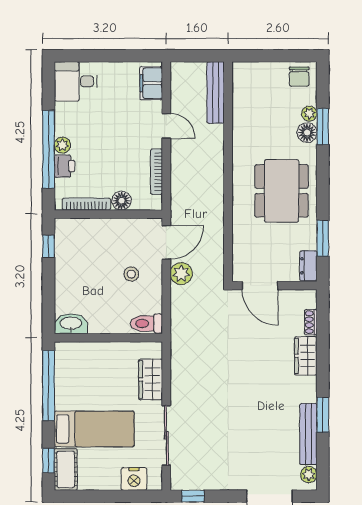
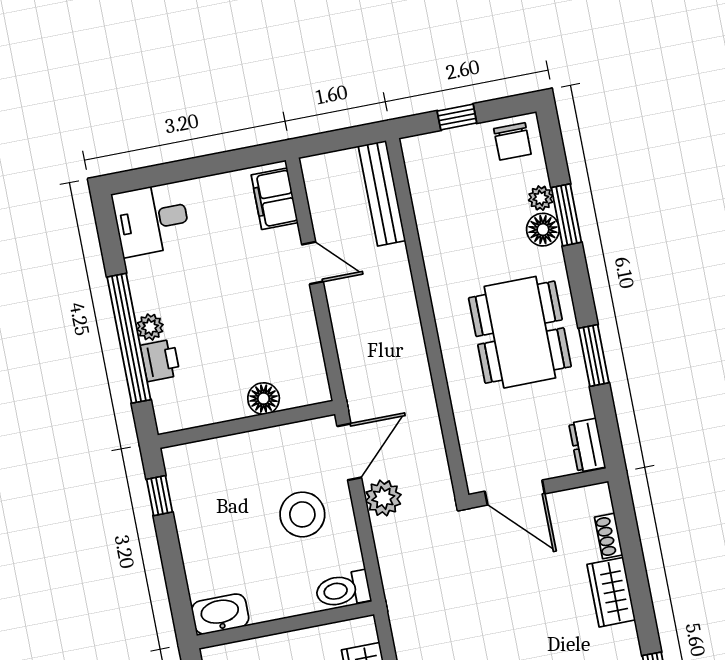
window: (269, 56) -> (457, 117), added
bookcase: (157, 172) -> (311, 340), removed
bookcase: (86, 204) -> (208, 415), removed
window: (323, 238) -> (594, 355), moved
stool: (131, 274) -> (302, 514), width x1.89, depth x1.89

